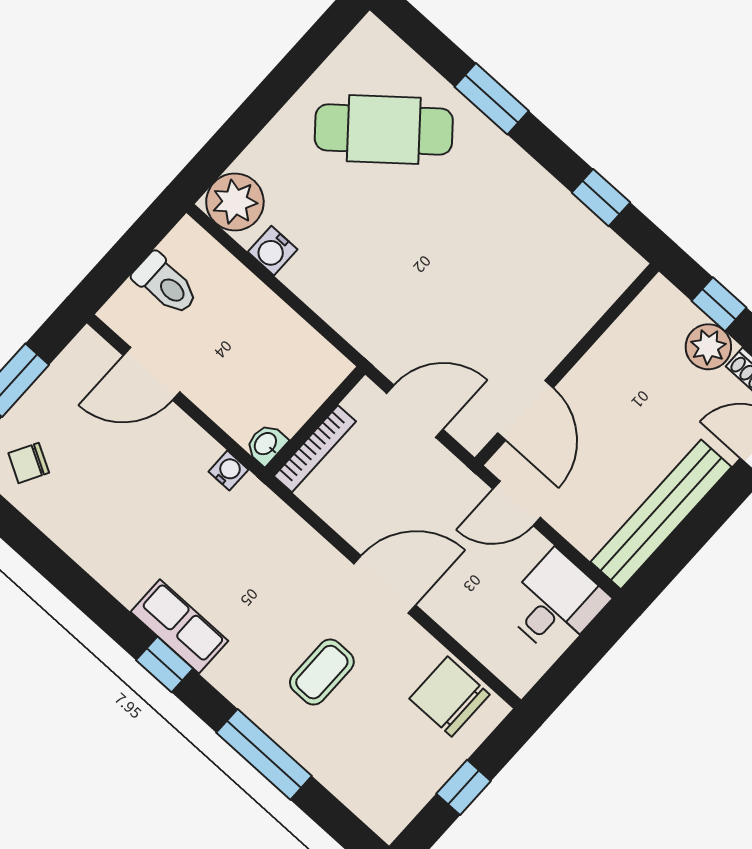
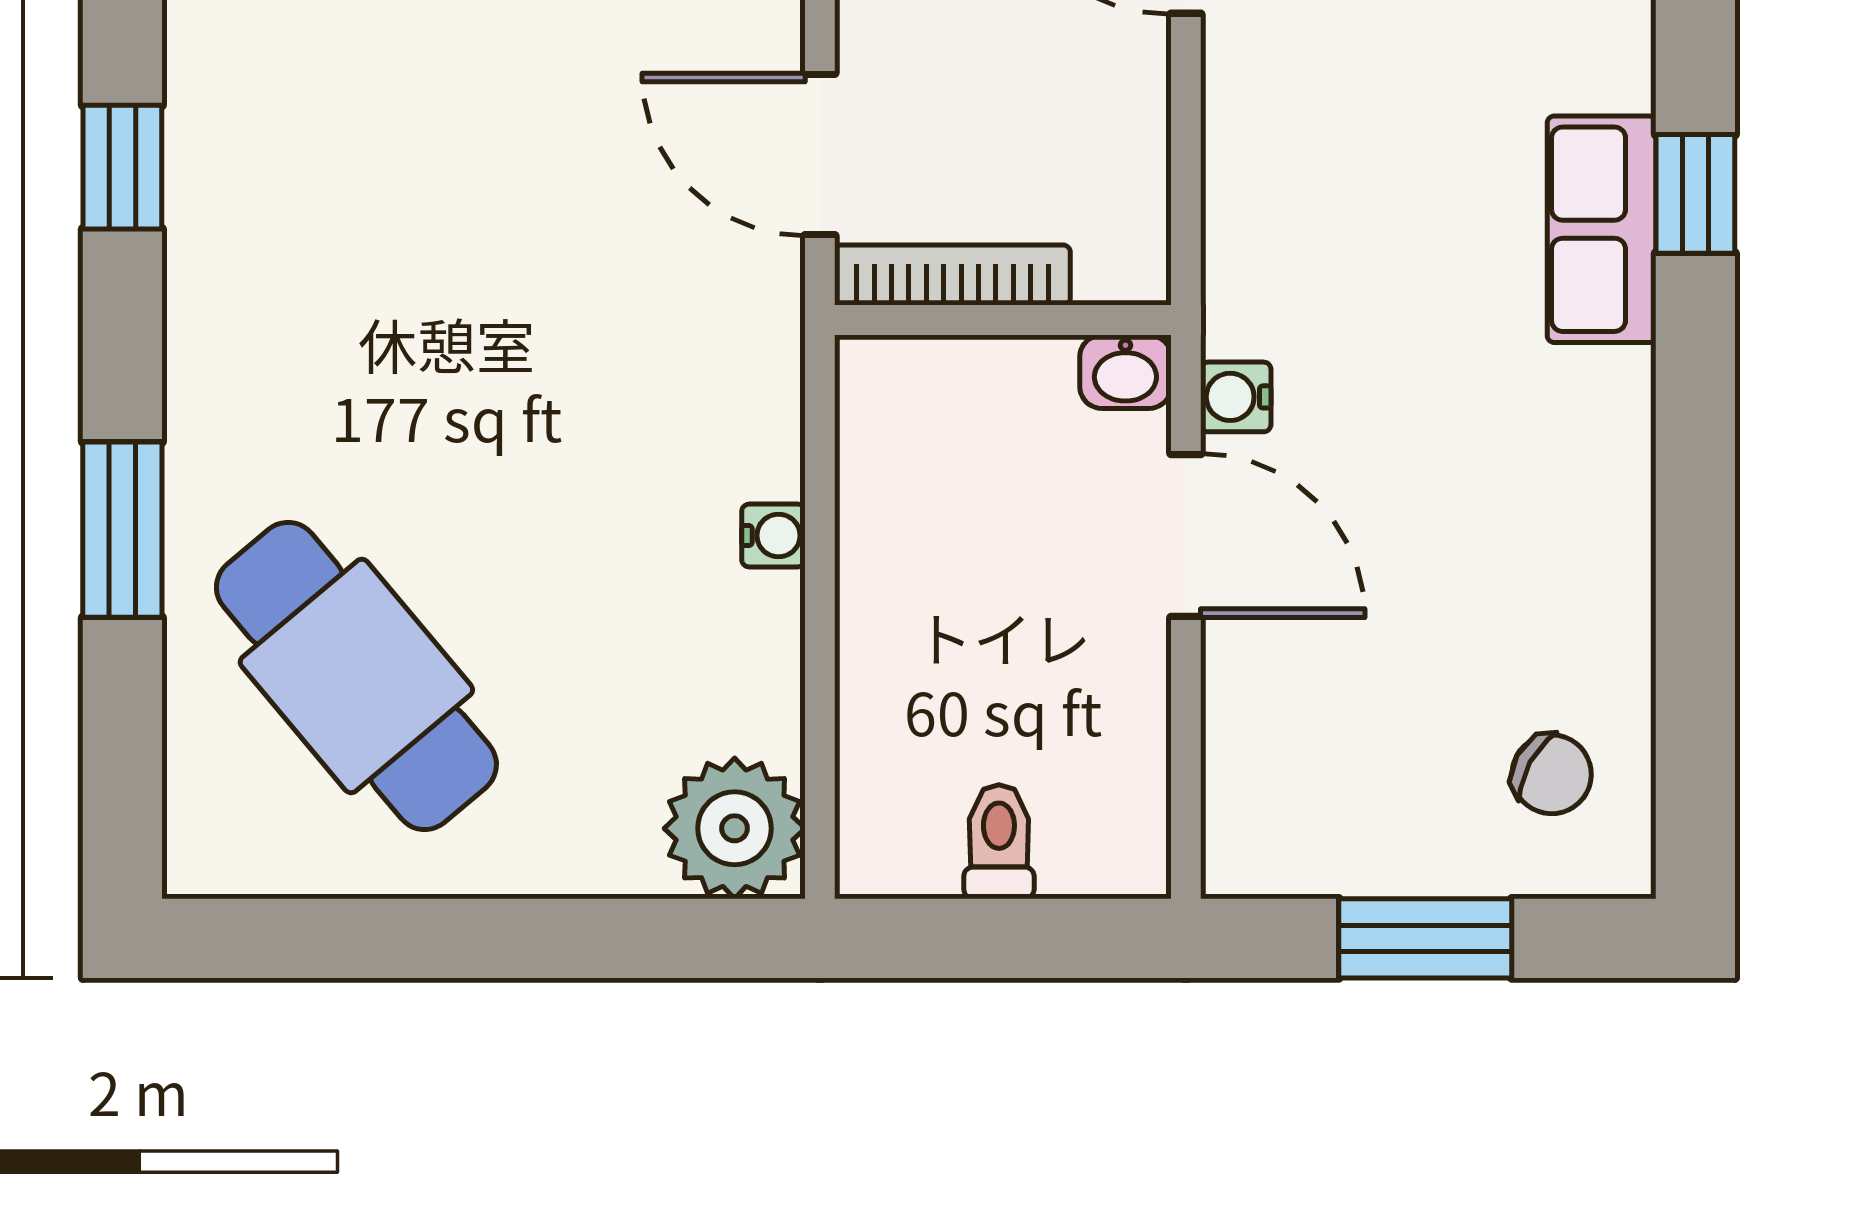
water cooler: (273, 251) -> (773, 536), moved, width x0.72, depth x0.72
toilet: (166, 284) -> (999, 842), width x0.73, depth x0.72
door: (152, 374) -> (1186, 536), moved
bookcase: (315, 449) -> (952, 275), moved

